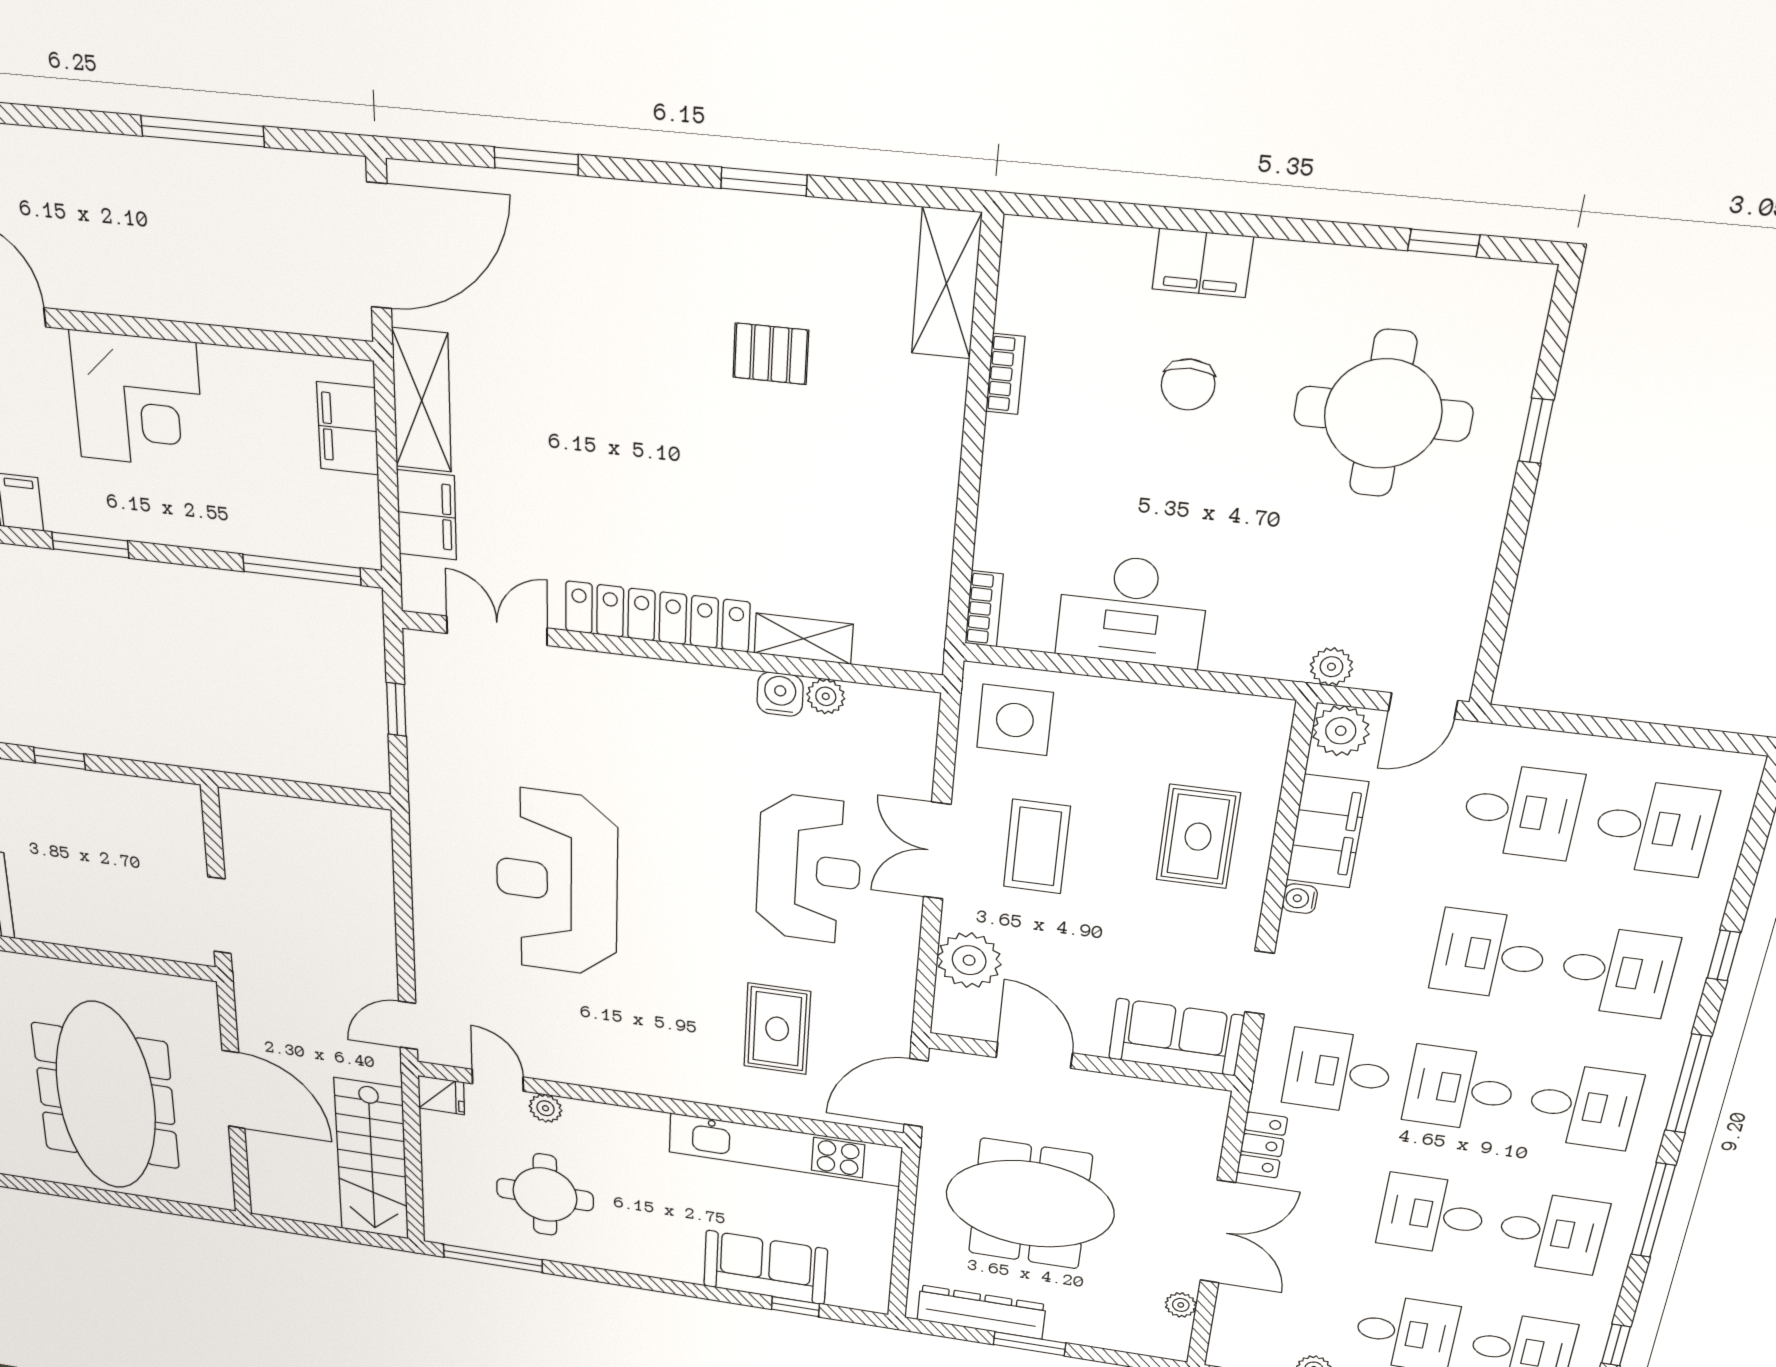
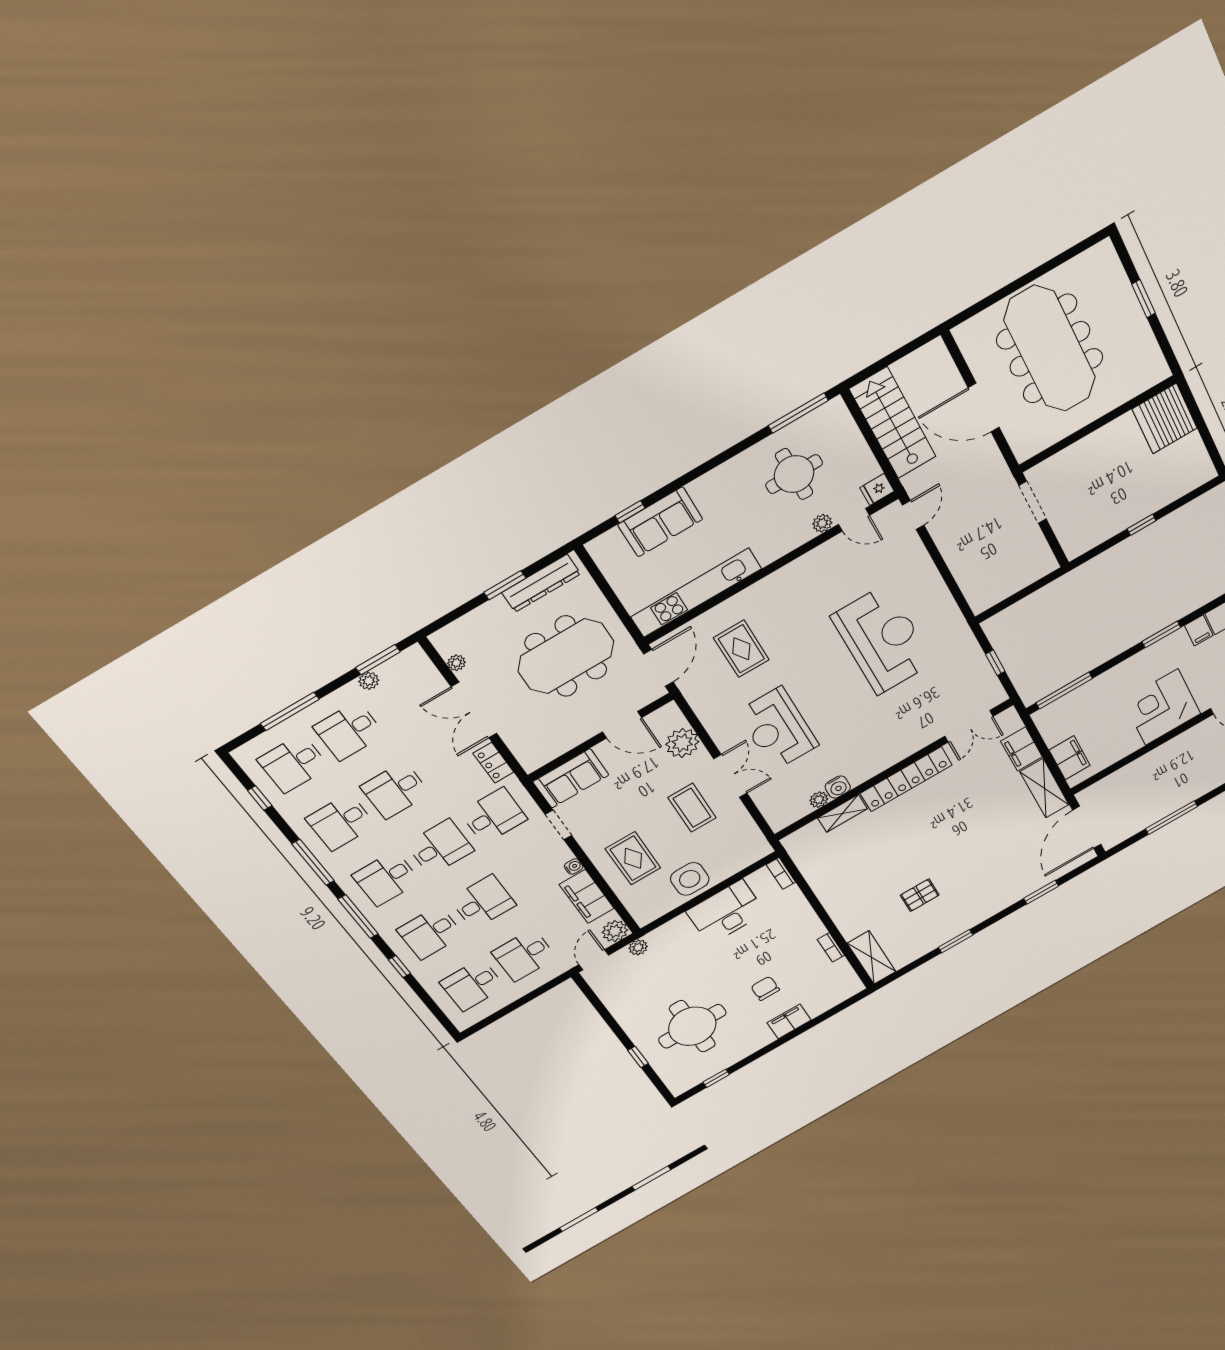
side table: (1015, 720) -> (690, 879), moved
desk: (1432, 1215) -> (395, 790), turned 180

